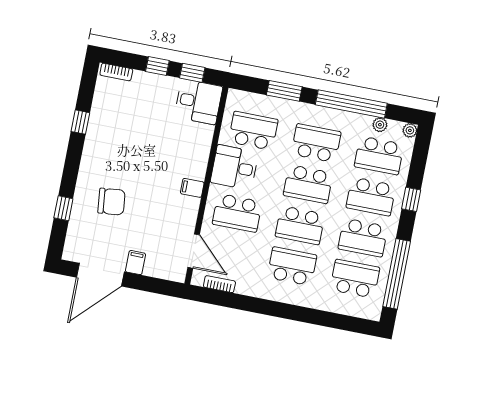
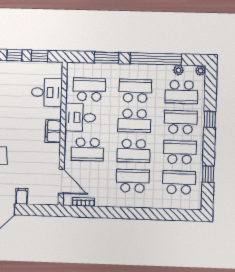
desk: (198, 102) -> (47, 92), moved
filing cabinet: (192, 188) -> (53, 131), width x2.00
school desk: (371, 197) -> (181, 122), turned 180
school desk: (363, 238) -> (180, 152), turned 180
window: (397, 274) -> (208, 174), width x0.32

